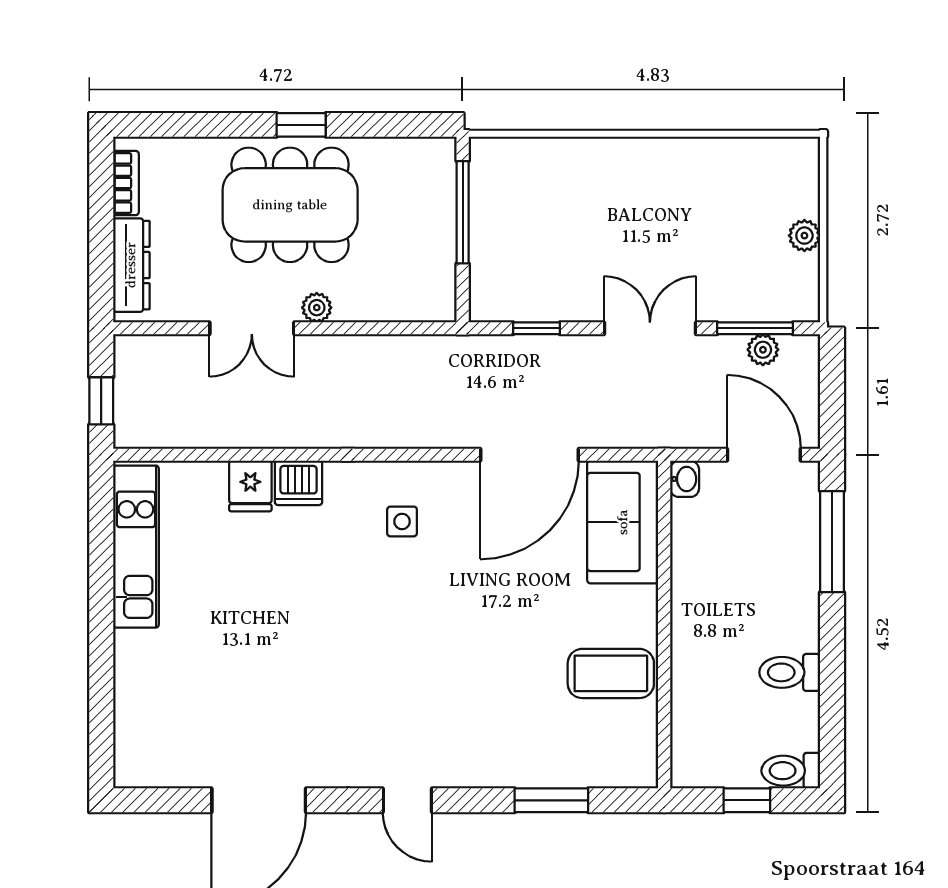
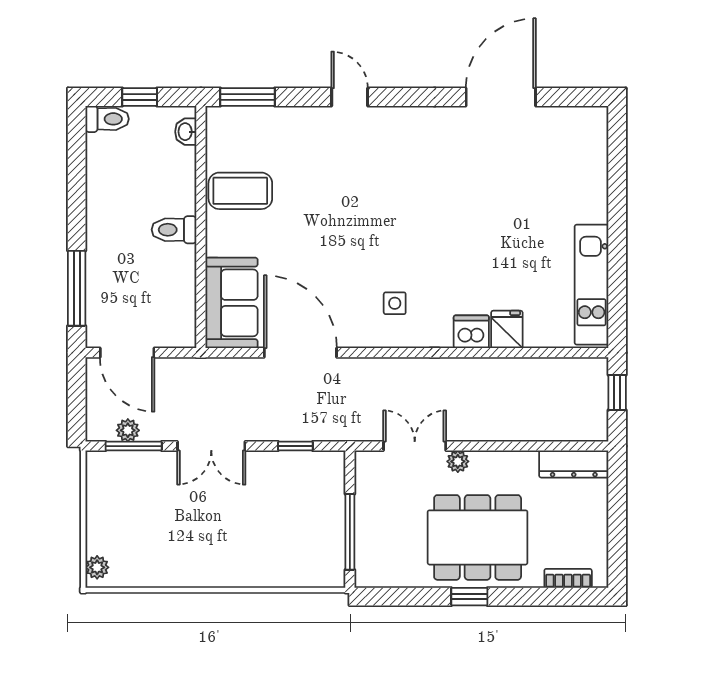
bookcase: (126, 183) -> (568, 578), moved, turned 90
plant: (804, 236) -> (97, 567), moved
dresser: (131, 265) -> (574, 464), moved, turned -90
double door: (252, 328) -> (415, 446), moved
door: (529, 455) -> (300, 353), hinge flipped
washbasin: (685, 479) -> (186, 132), moved
toilet: (790, 672) -> (174, 230), moved, turned 180
door: (407, 800) -> (350, 97), moved
window: (551, 800) -> (248, 97), moved

